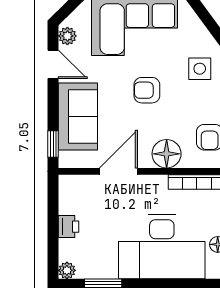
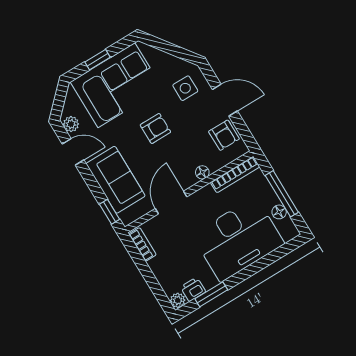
armchair: (147, 90) -> (155, 128), turned 180
floor lamp: (167, 154) -> (202, 172), width x0.53, depth x0.53
bookcase: (66, 195) -> (143, 244), added
printer: (69, 227) -> (193, 289), moved, turned -90

